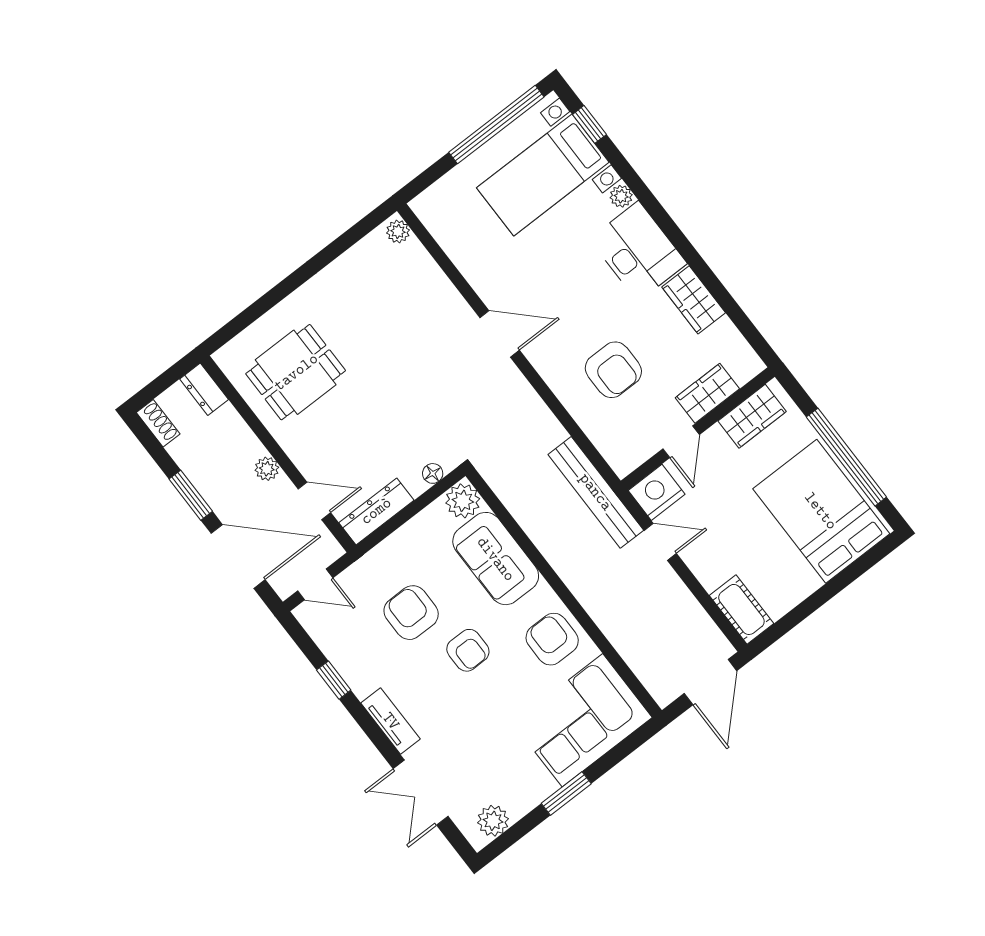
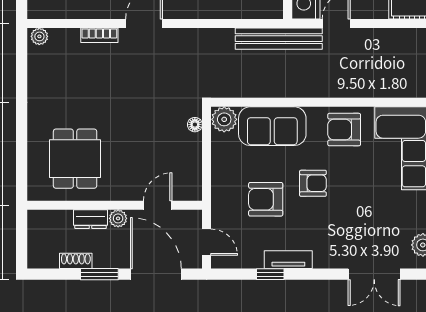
bookcase: (449, 295) -> (99, 35), added
dresser: (204, 389) -> (91, 219), moved
shoe rack: (158, 423) -> (76, 261), moved
dresser: (376, 511) -> (192, 174), removed
door: (238, 556) -> (156, 274), hinge flipped
door: (315, 584) -> (207, 242), hinge flipped
tv unit: (391, 721) -> (288, 260), moved

